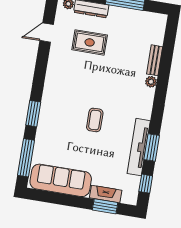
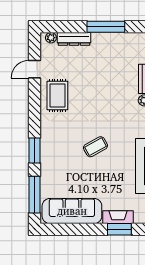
rug: (90, 42) -> (57, 96), moved, turned 90
coffee table: (95, 120) -> (95, 147), turned 61

